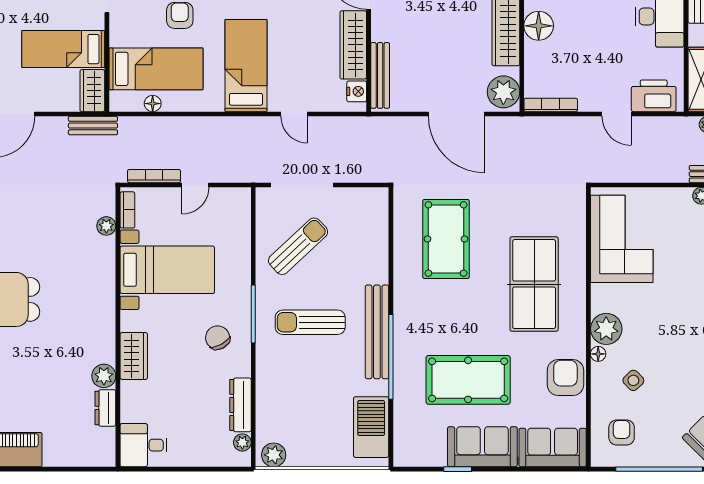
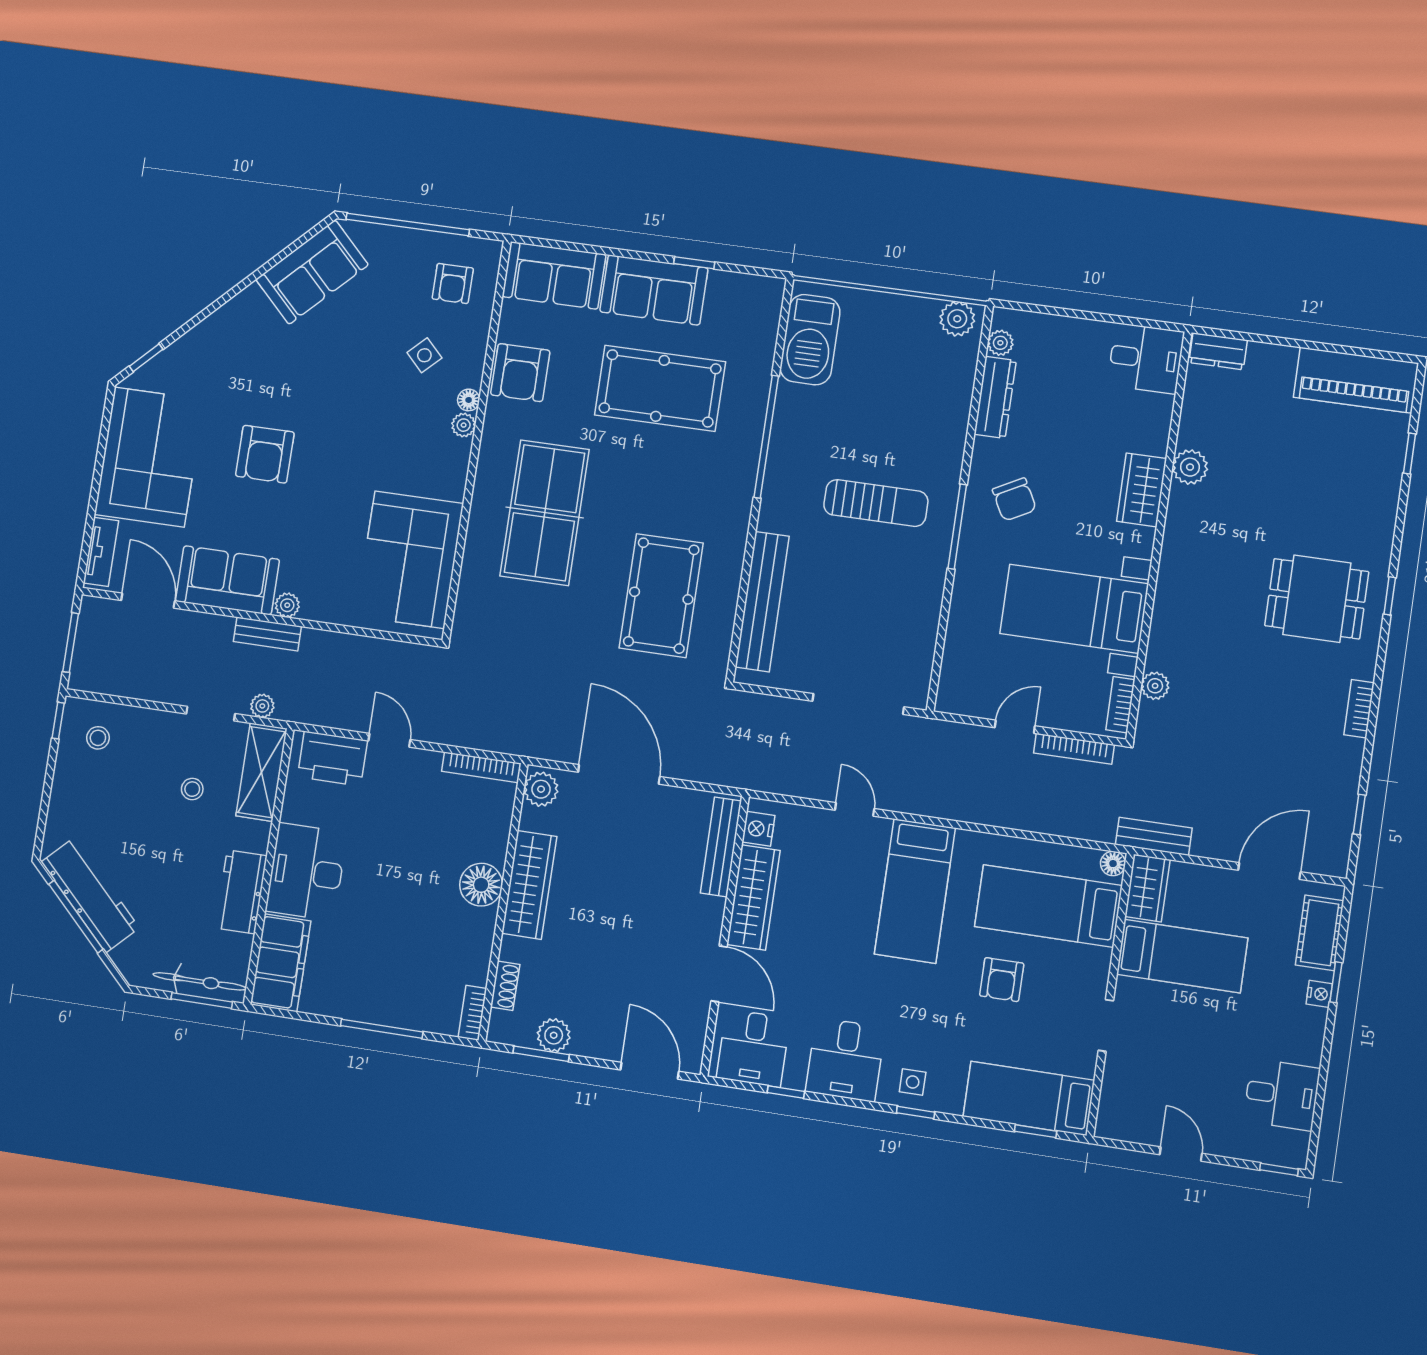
plant: (503, 92) -> (541, 789), width x0.73, depth x0.73
floor lamp: (153, 104) -> (1113, 864), moved
sun lounger: (298, 246) -> (877, 616), removed
plant: (606, 329) -> (464, 425), width x0.53, depth x0.53
bench: (377, 332) -> (762, 602), moved
dresser: (105, 408) -> (1218, 351), moved, turned 90

